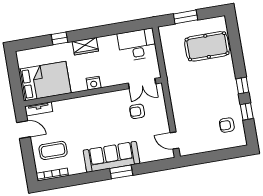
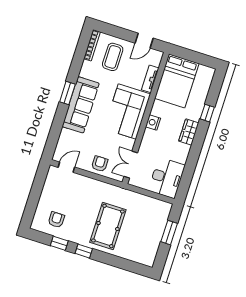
pool table: (207, 46) -> (108, 226), moved
tv unit: (39, 109) -> (150, 79), moved
armchair: (137, 111) -> (100, 164), moved
corner sofa: (96, 112) -> (127, 111), added
window: (121, 172) -> (67, 93), moved

